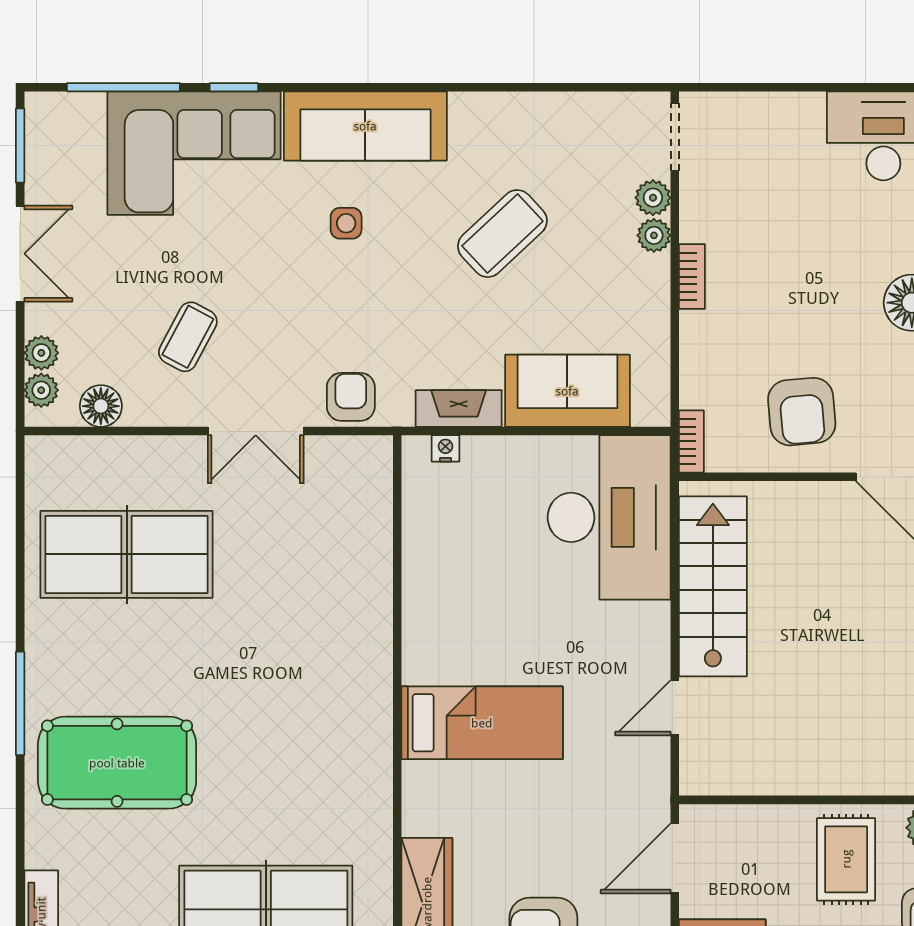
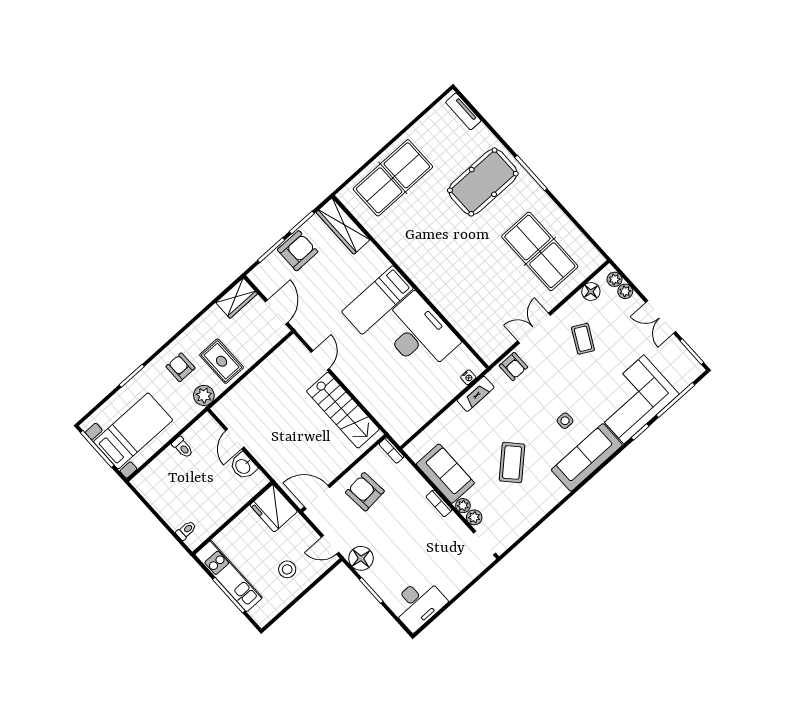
sofa: (567, 391) -> (445, 474), moved, turned -90
desk: (609, 517) -> (419, 333), moved, turned 180
table tennis table: (127, 554) -> (540, 251), turned 90

